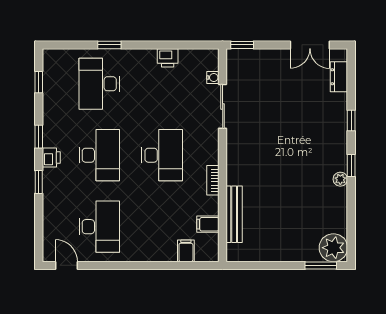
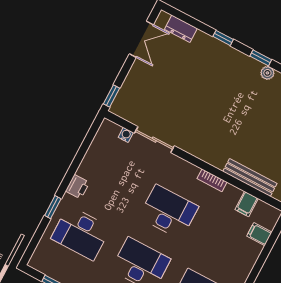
printer: (168, 58) -> (77, 187), moved

